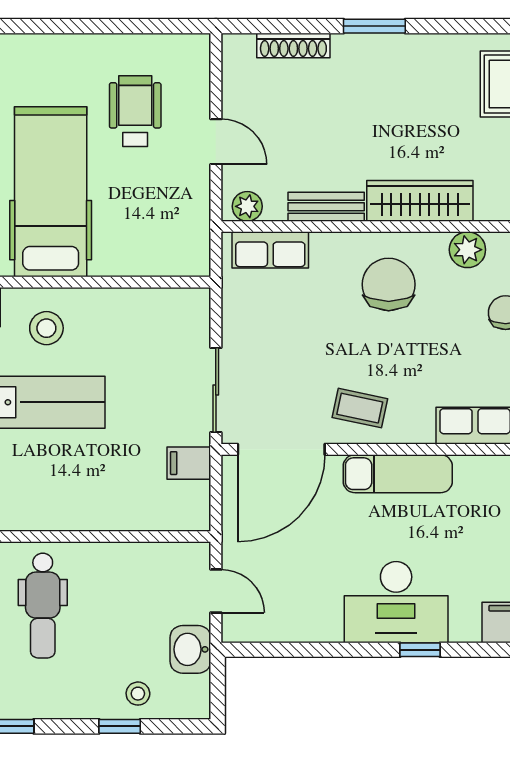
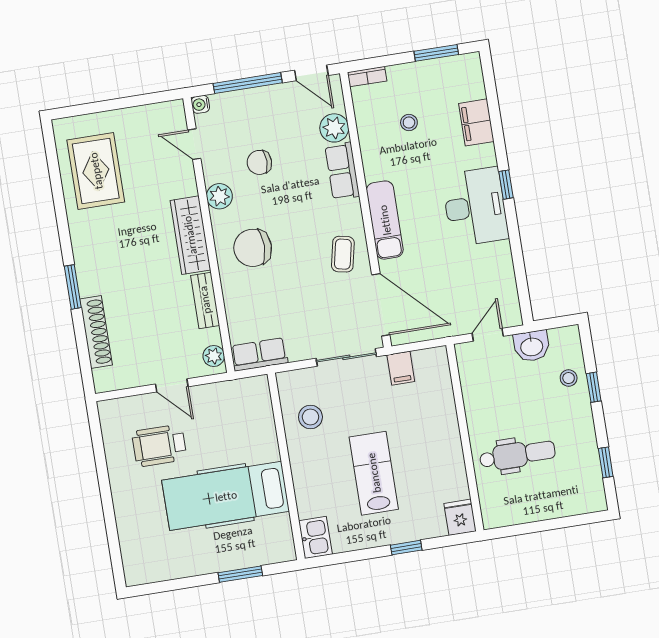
shoe rack: (293, 46) -> (96, 332), width x1.36, depth x1.24
door: (216, 142) -> (172, 385), swing flipped
row of seats: (270, 250) -> (259, 354), moved, turned -90
stool: (46, 328) -> (310, 417), moved

